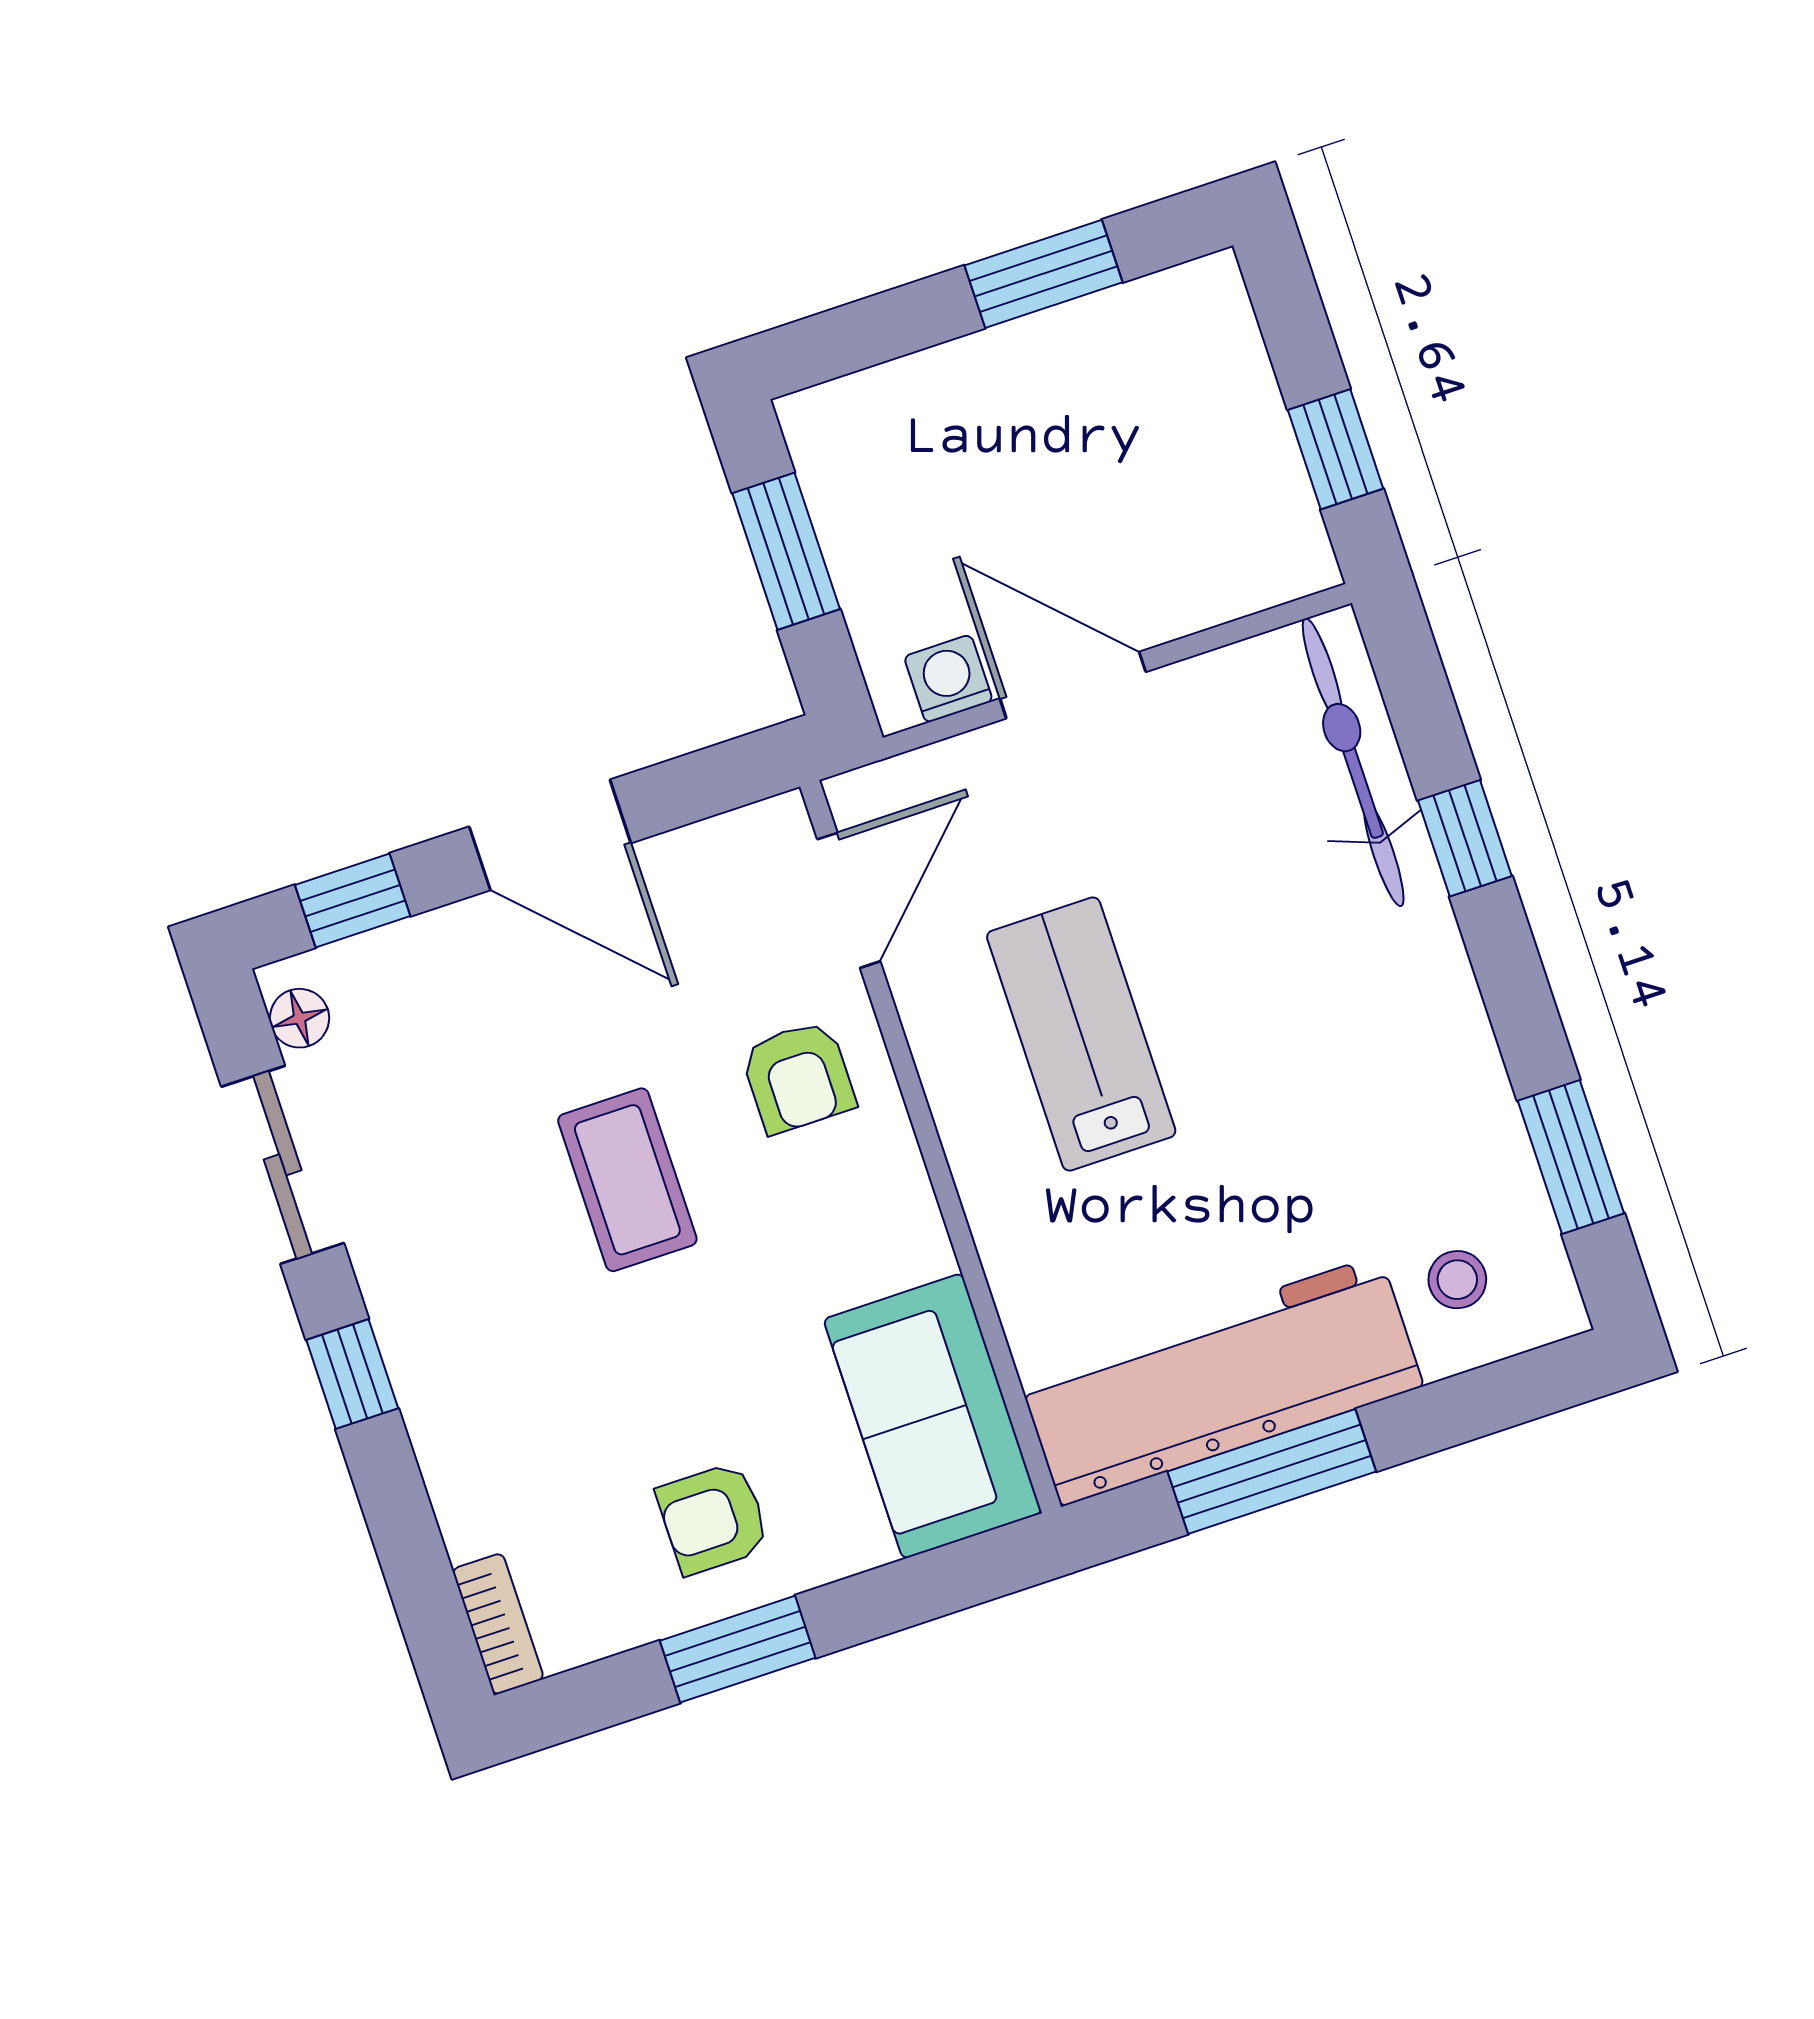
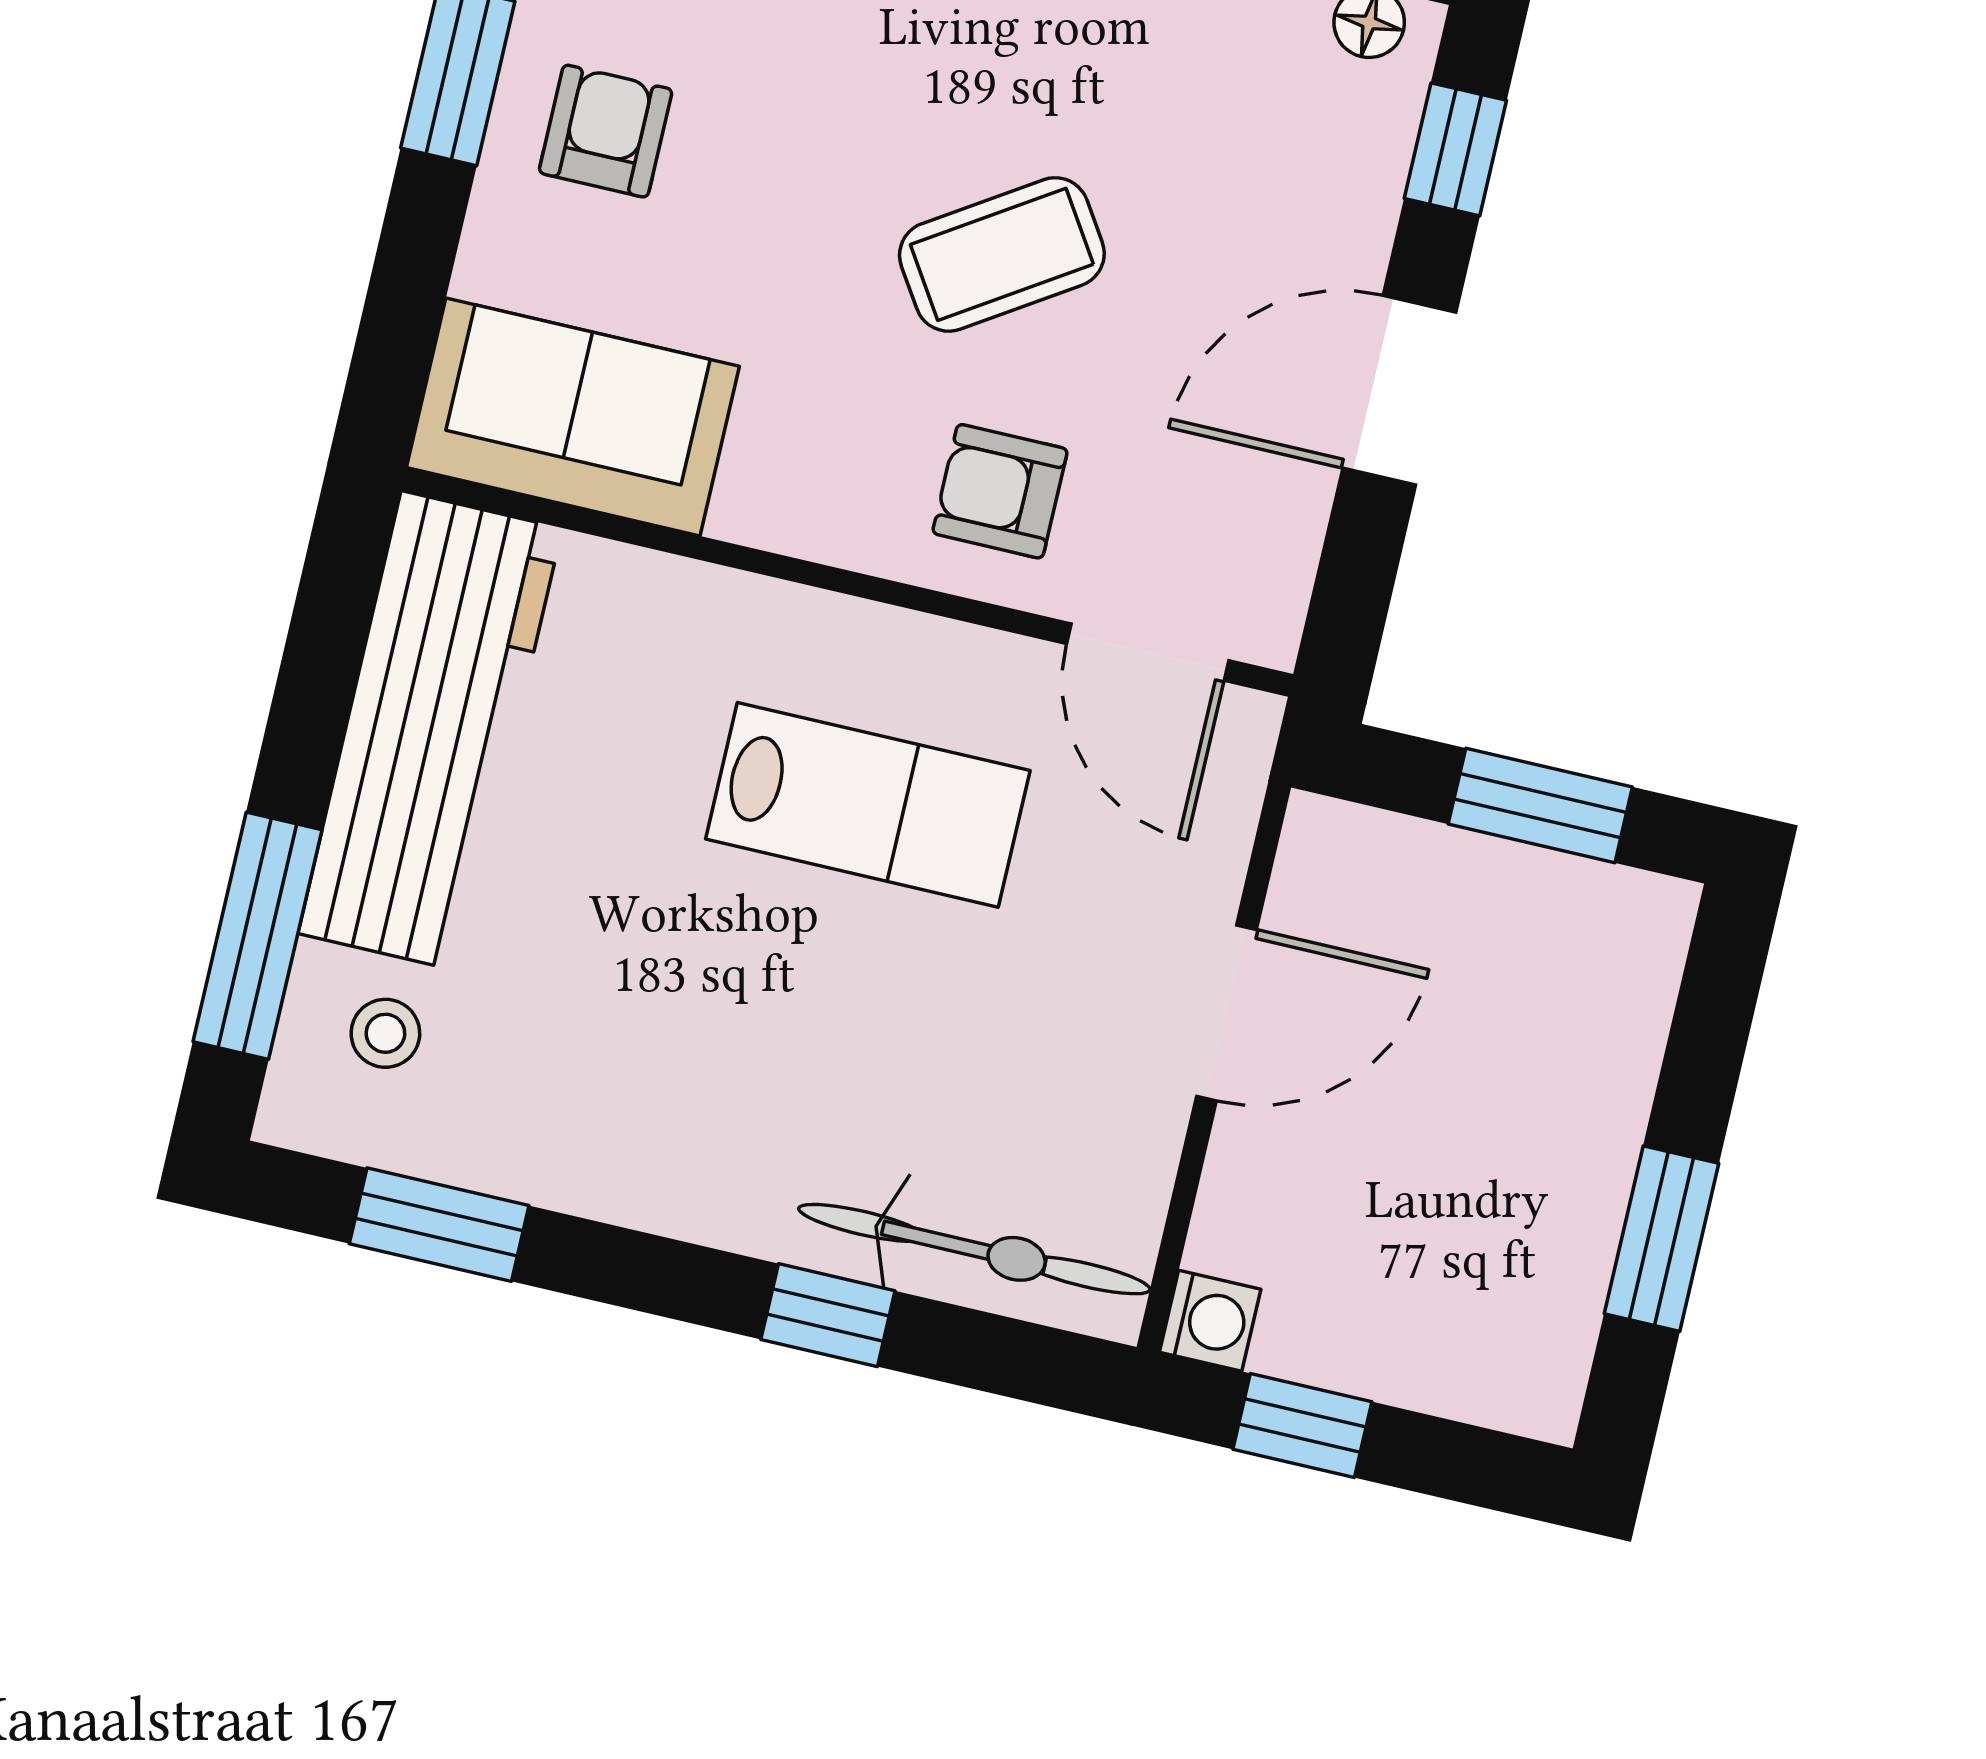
washing machine: (948, 679) -> (1210, 1321), moved
coffee table: (627, 1180) -> (1002, 254), turned -33
window: (1272, 1472) -> (257, 936), moved

